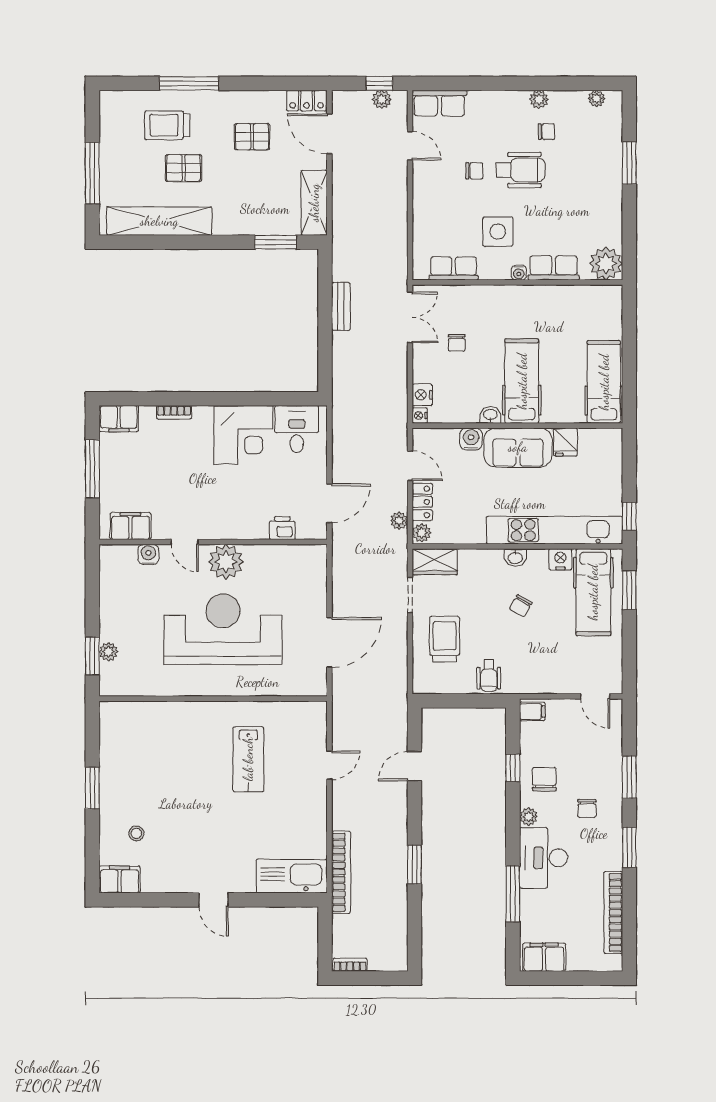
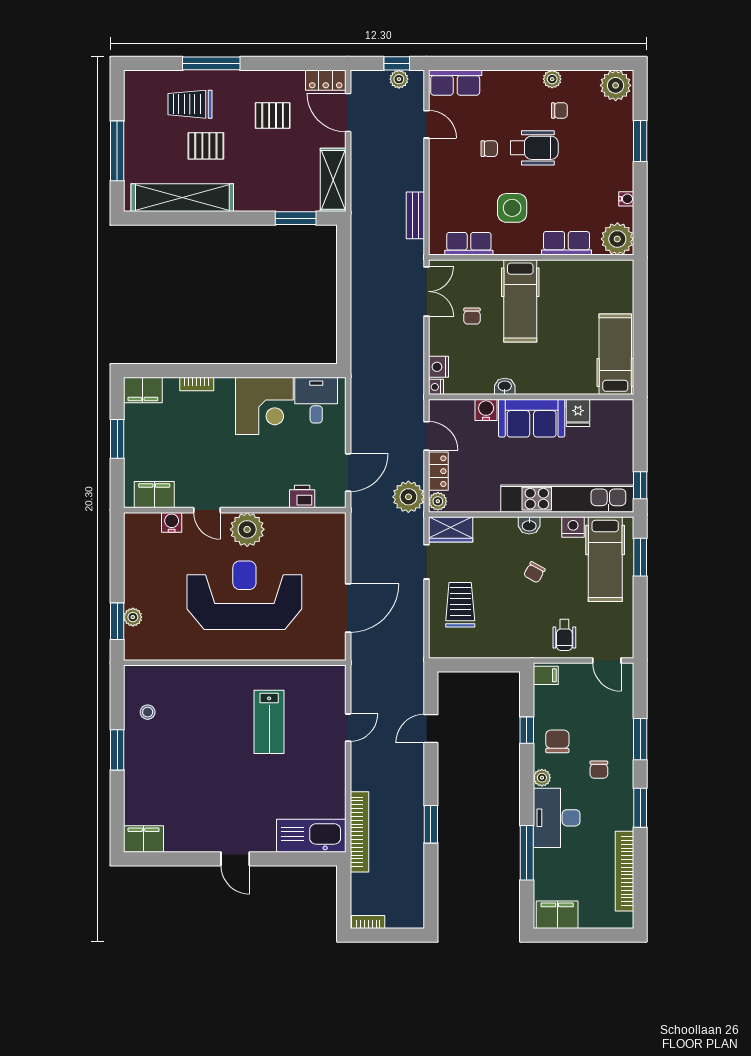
plant: (597, 98) -> (616, 85), width x1.87, depth x1.87
water cooler: (519, 273) -> (626, 199), moved, turned -90
bench: (341, 306) -> (415, 215), moved
hospital bed: (522, 381) -> (520, 301), moved, turned 180
window: (92, 469) -> (117, 439), width x0.69
plant: (399, 521) -> (408, 497), width x1.87, depth x1.87
wheelchair: (489, 676) -> (564, 635), moved
stool: (136, 833) -> (148, 712), moved

